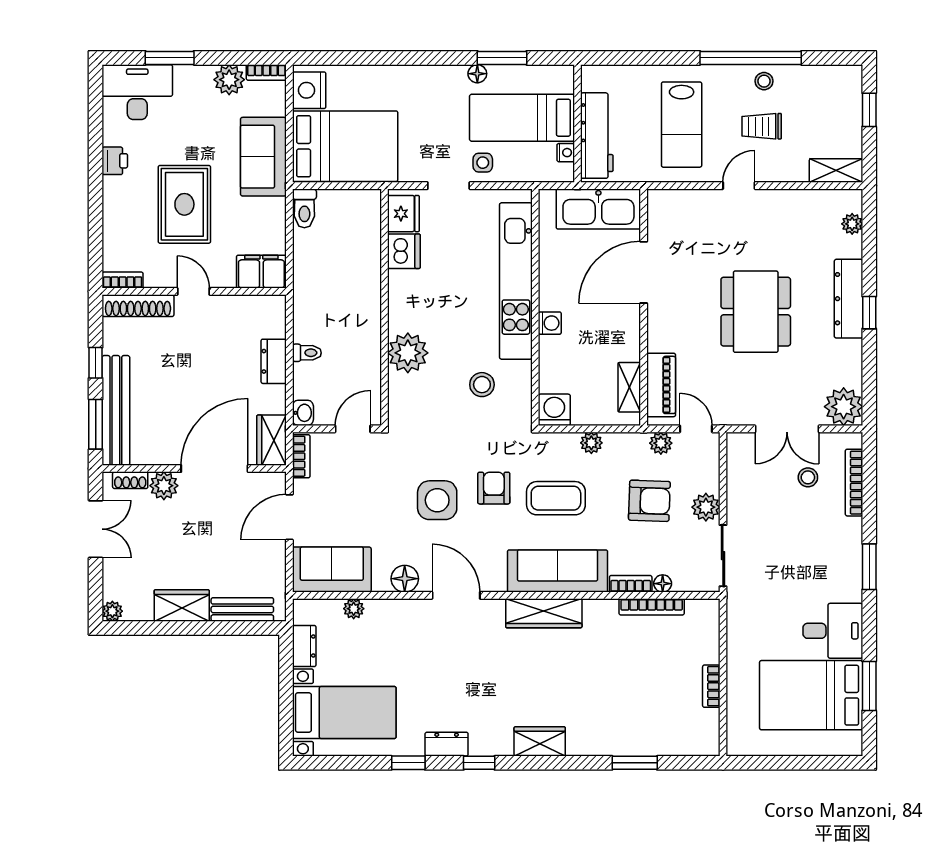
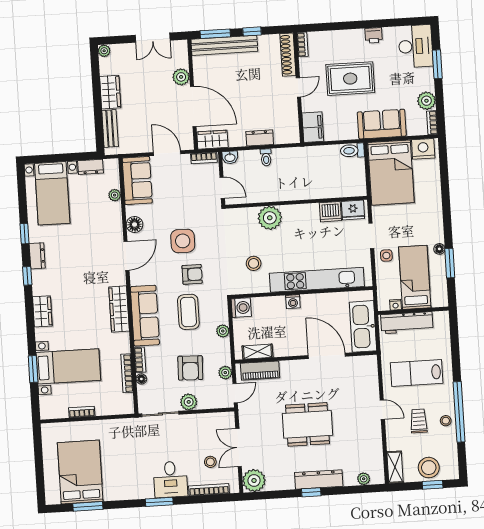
stool: (840, 114) -> (429, 468), added
shoe rack: (130, 480) -> (183, 57), removed
desk: (833, 631) -> (170, 479), moved
bed with nightstands: (634, 704) -> (68, 366), added

